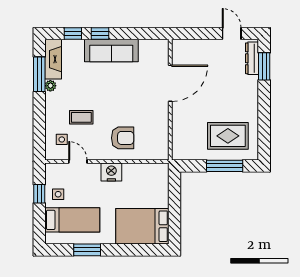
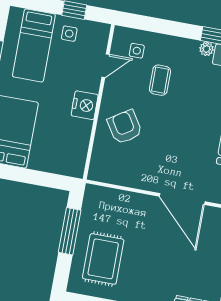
armchair: (123, 138) -> (125, 127), turned 147
window: (225, 166) -> (70, 231), moved

